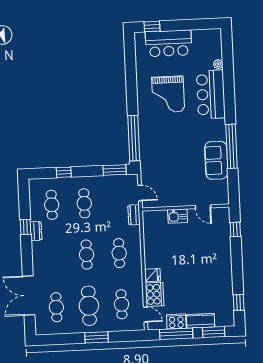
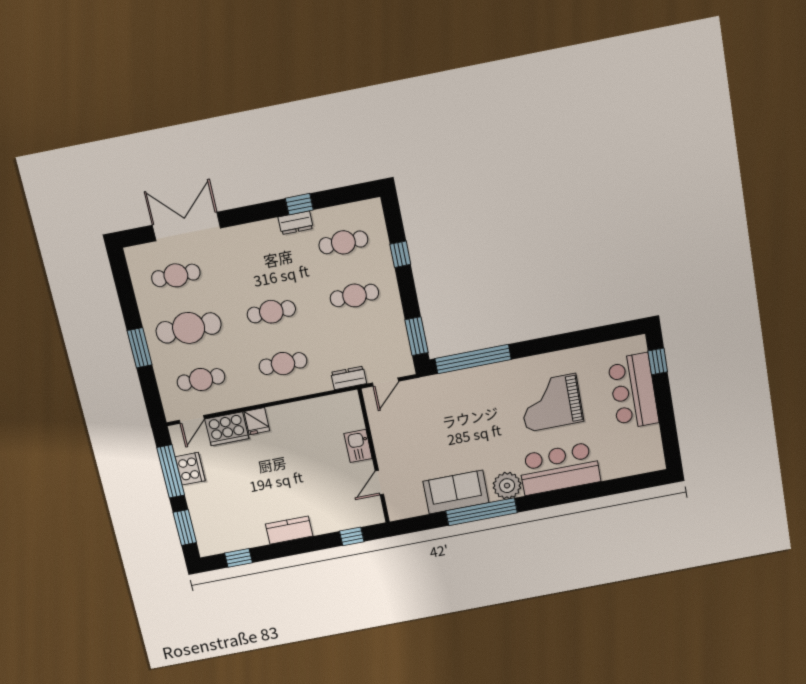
plant: (218, 64) -> (507, 486), moved, width x1.88, depth x1.88
kitchen counter: (201, 321) -> (289, 530), moved, turned -90

